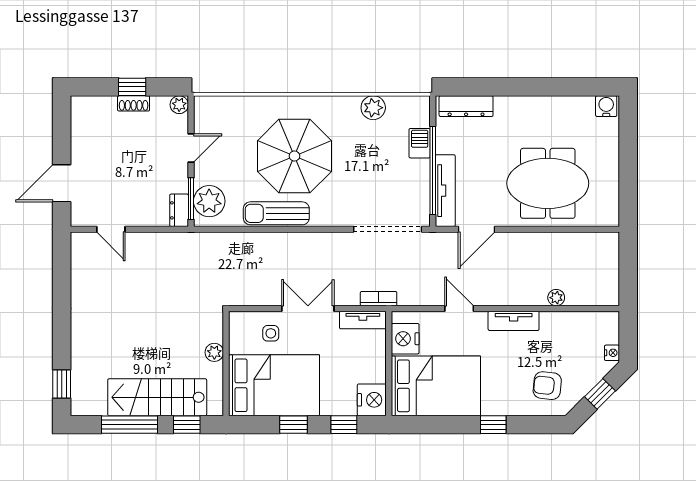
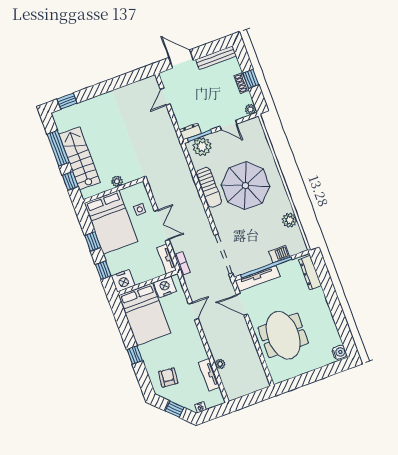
bench: (80, 129) -> (216, 58), added
sun lounger: (276, 213) -> (209, 187), turned 180
tv unit: (514, 321) -> (209, 375), moved

